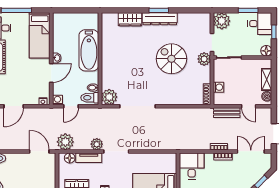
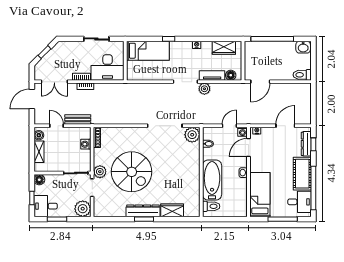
spiral stairs: (171, 59) -> (132, 172), width x1.37, depth x1.37
door: (51, 73) -> (249, 147), moved
toilet: (90, 98) -> (211, 206), moved
plant: (65, 142) -> (235, 91), removed
door: (39, 151) -> (260, 82), hinge flipped
desk: (192, 166) -> (108, 67), width x1.37

